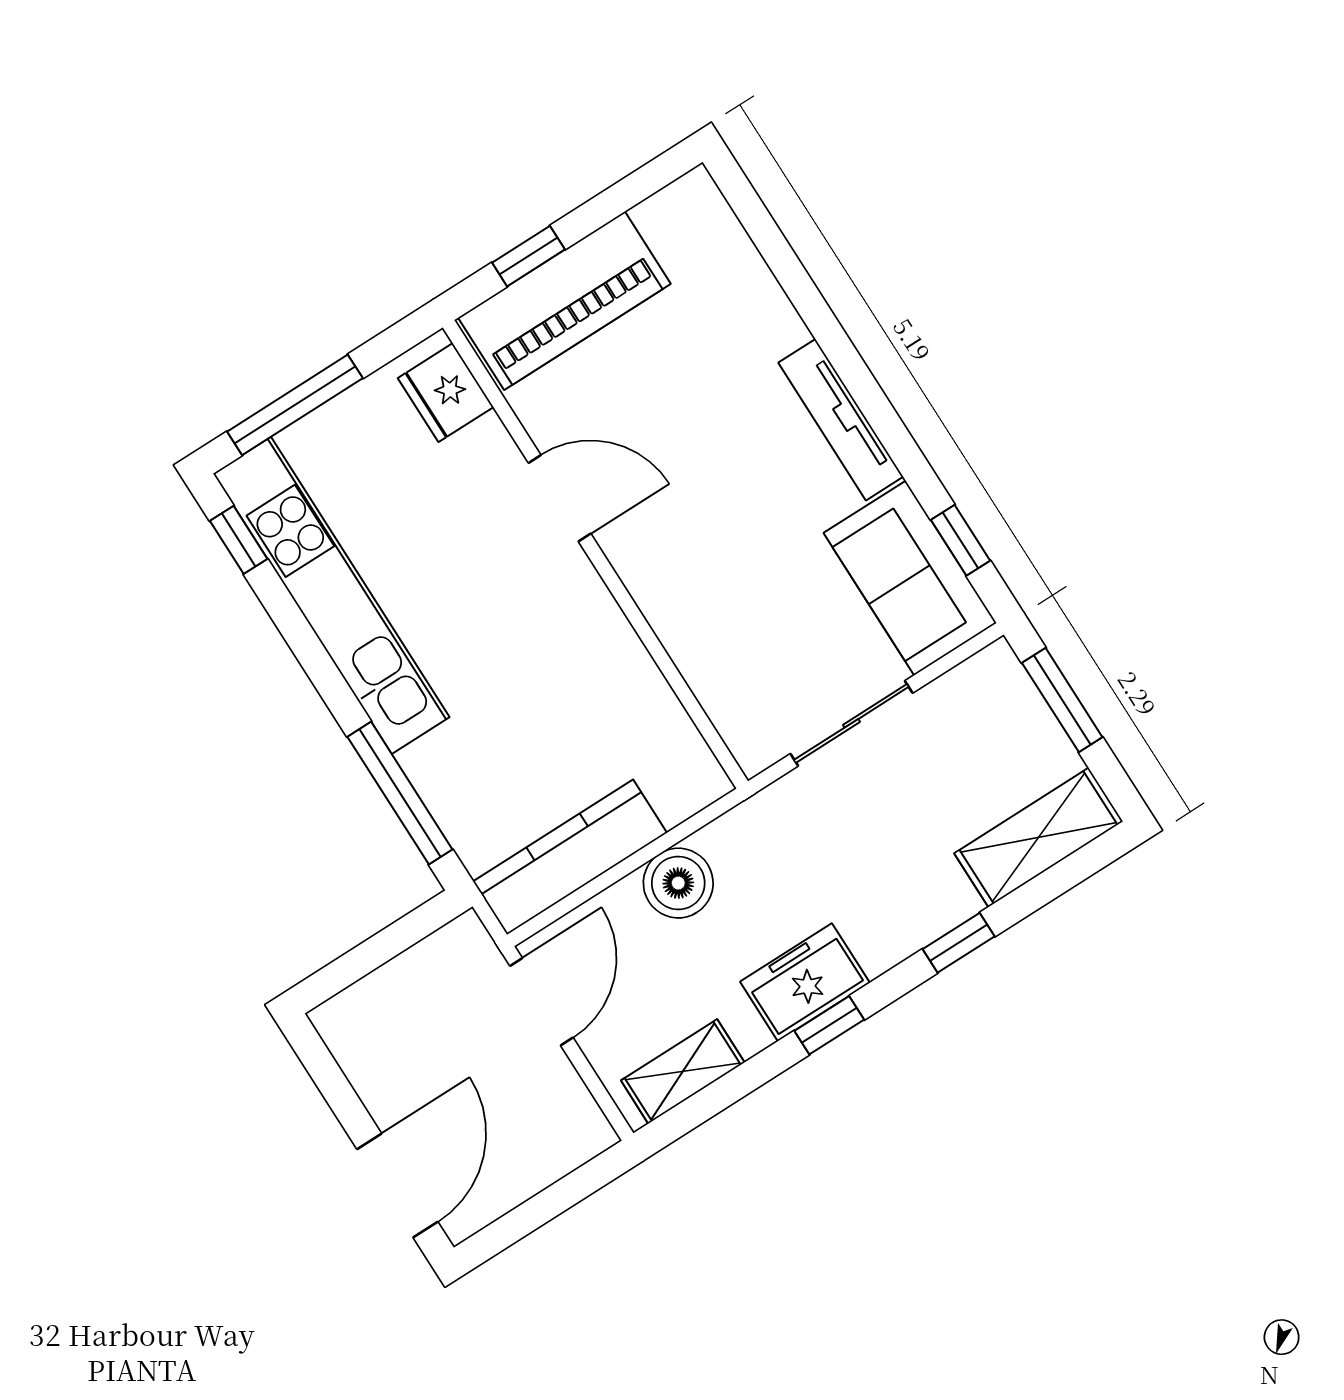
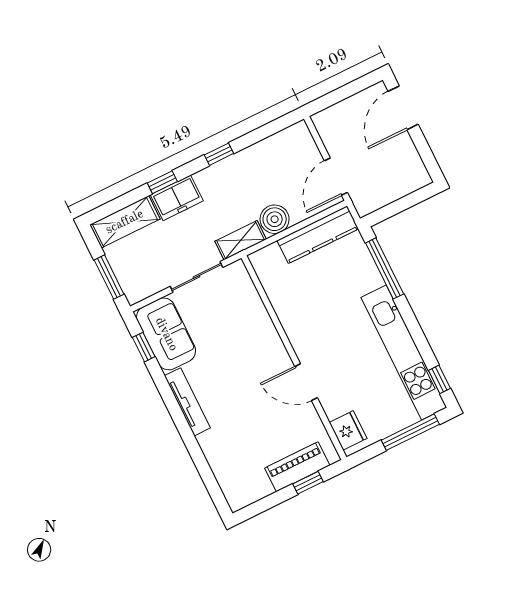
piano: (564, 301) -> (297, 467), width x0.73, depth x0.75
freezer: (805, 982) -> (177, 198), moved
shelving: (683, 1071) -> (241, 240), moved

